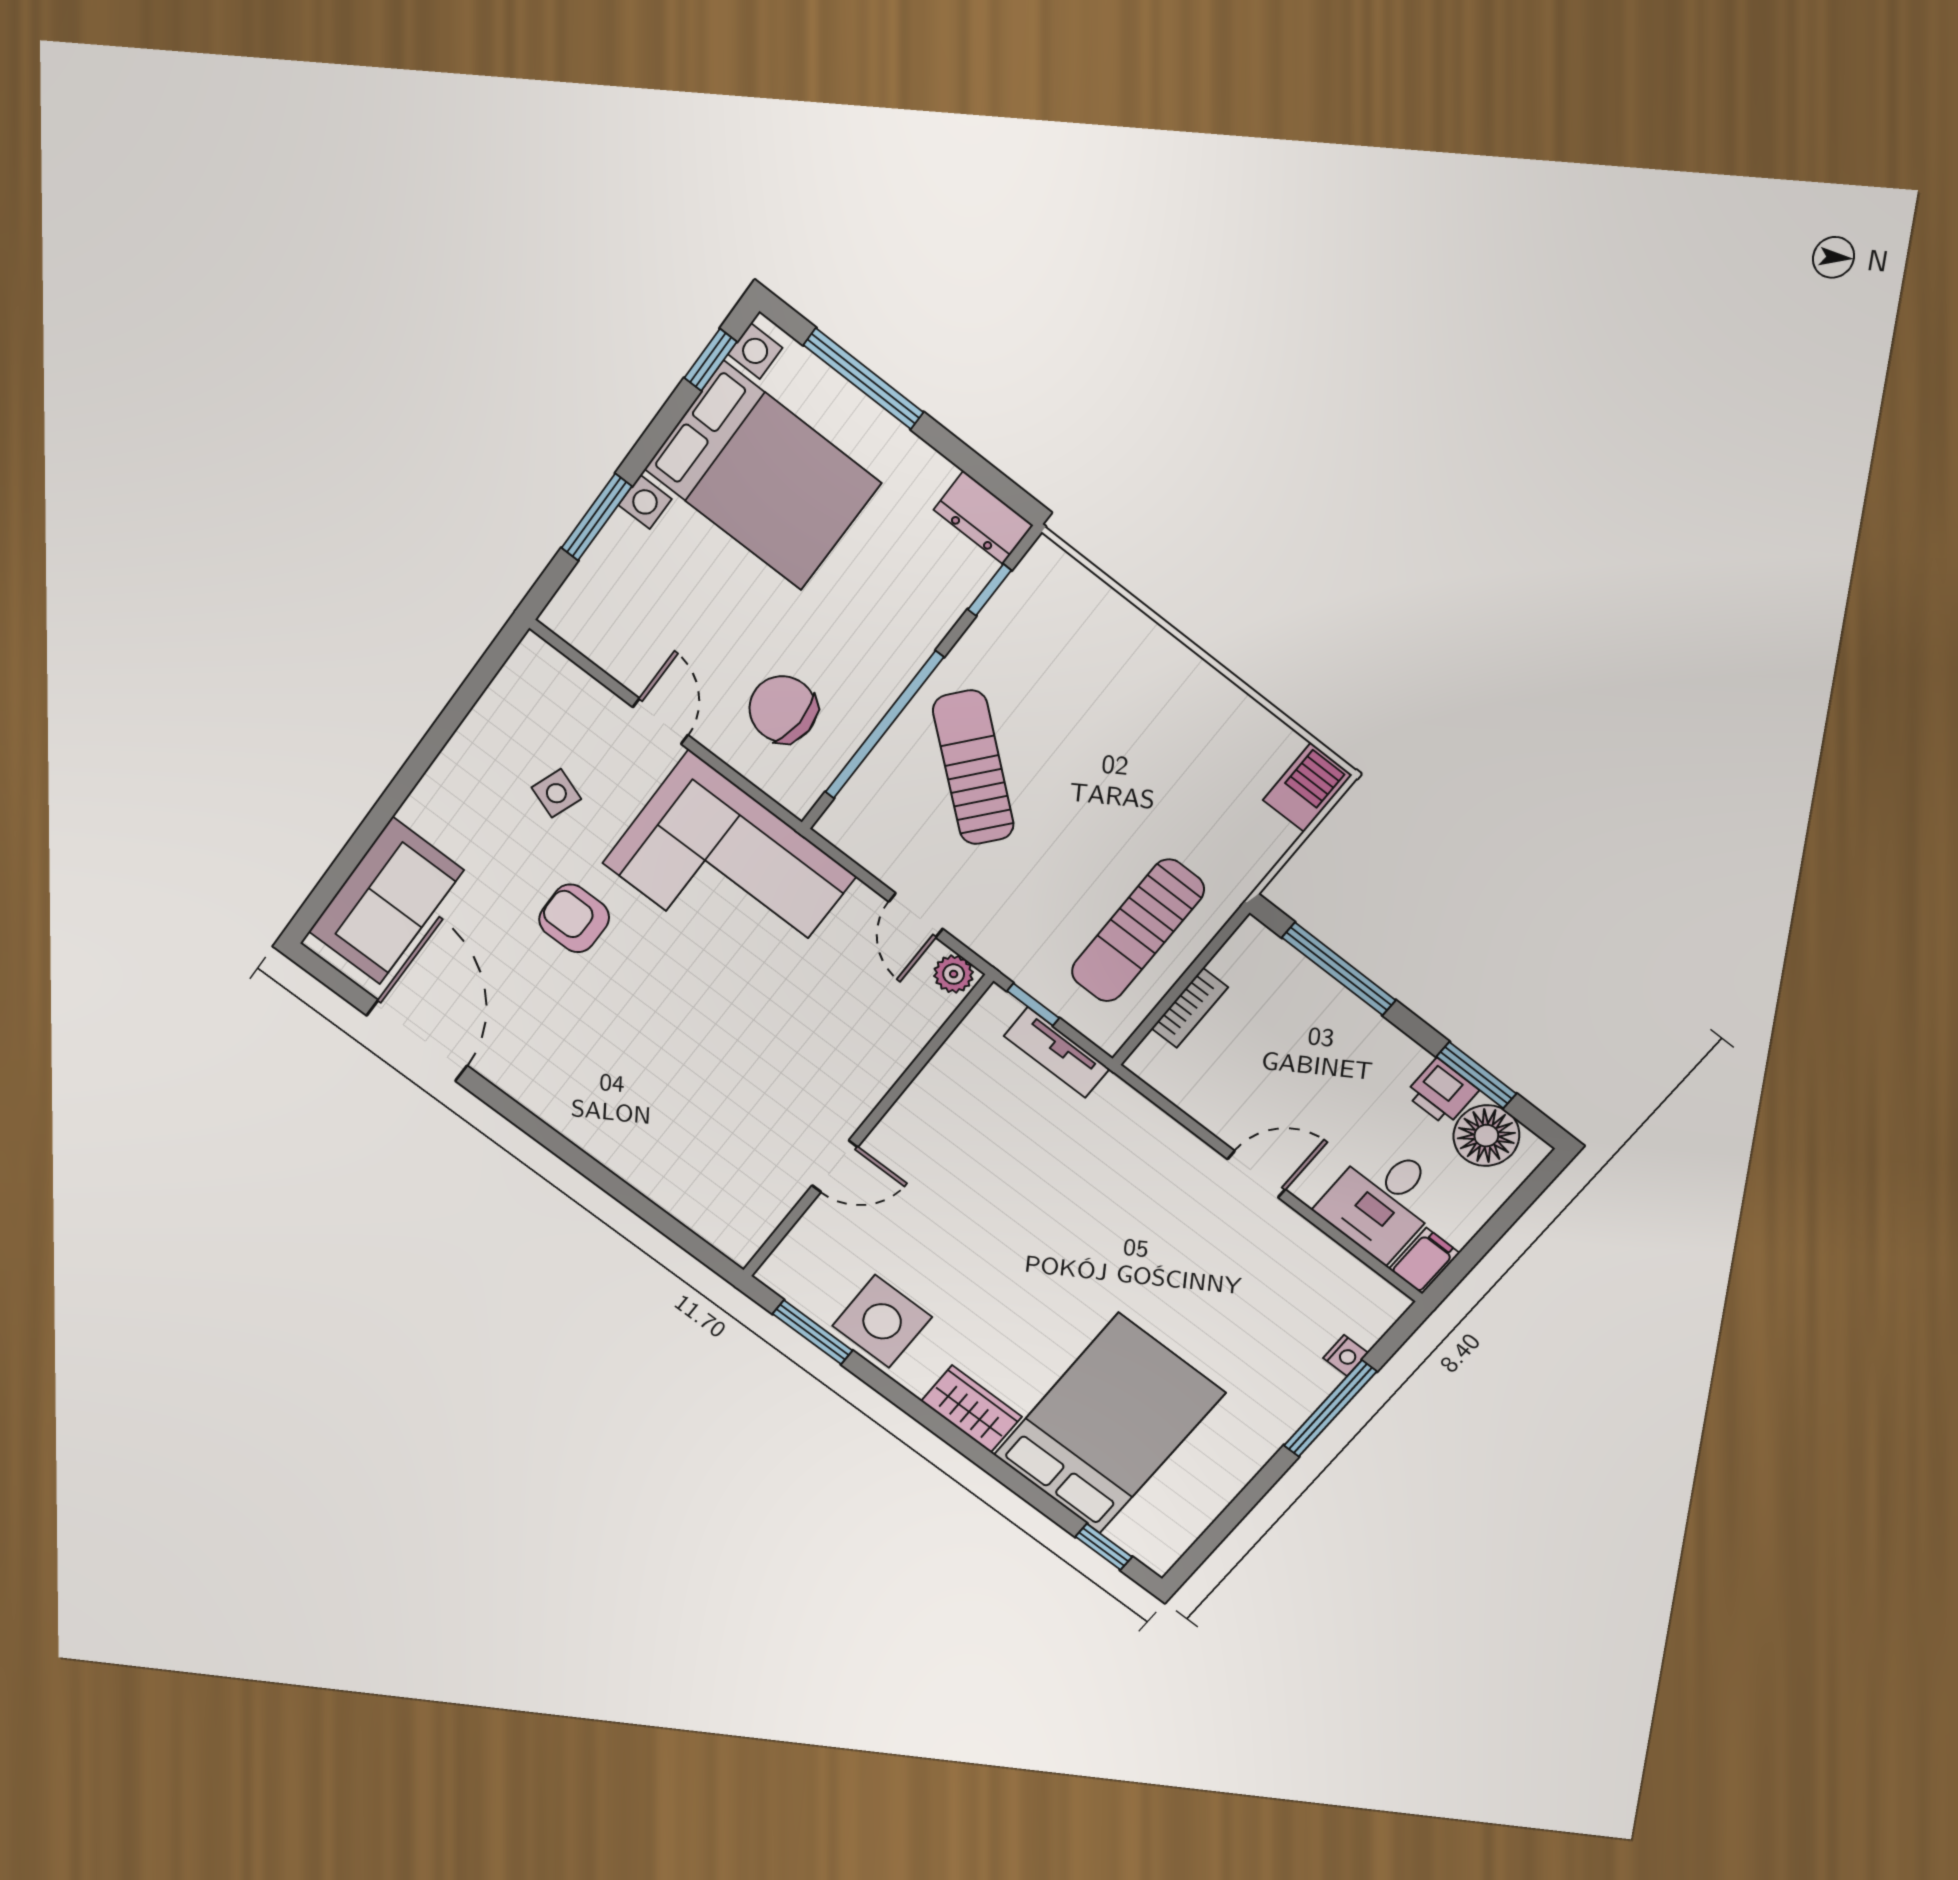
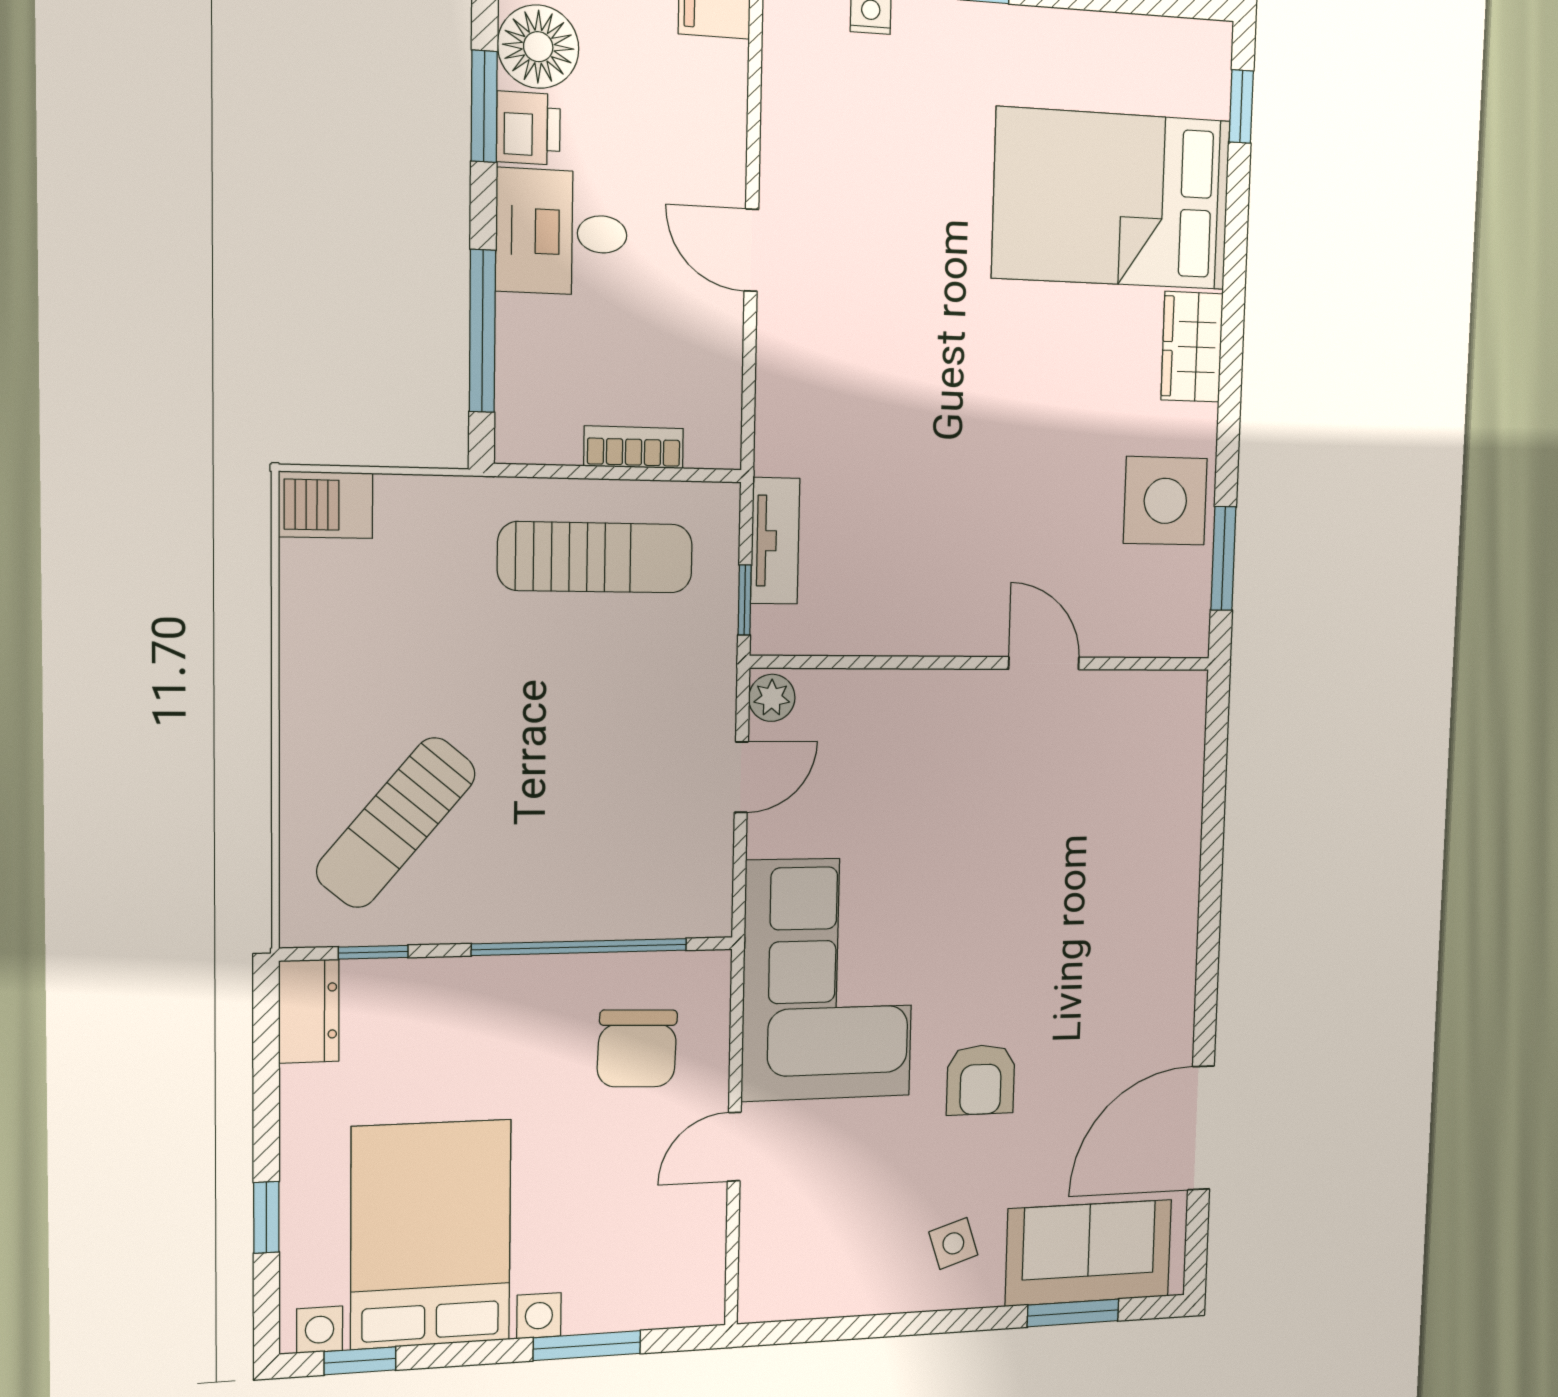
window: (863, 379) -> (266, 1217), width x0.46
sun lounger: (973, 768) -> (396, 823), moved
side table: (556, 793) -> (953, 1243), moved, turned -38
window: (349, 859) -> (1073, 1313), added
desk: (1382, 1201) -> (562, 232), moved, turned 180

